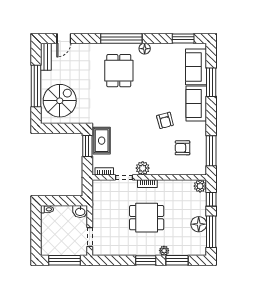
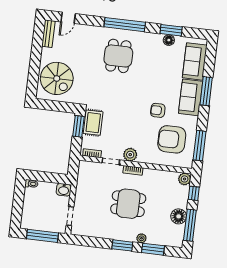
window: (183, 38) -> (171, 30), moved
floor lamp: (145, 49) -> (169, 40), moved
window: (211, 82) -> (206, 91), moved
window: (36, 86) -> (35, 61), removed
spiral stairs: (60, 101) -> (57, 78), turned 90
armchair: (165, 120) -> (158, 110), turned 105
armchair: (182, 148) -> (172, 139), width x1.88, depth x1.88

